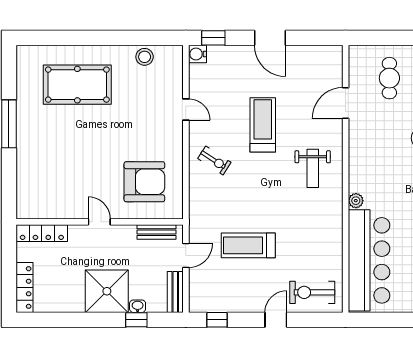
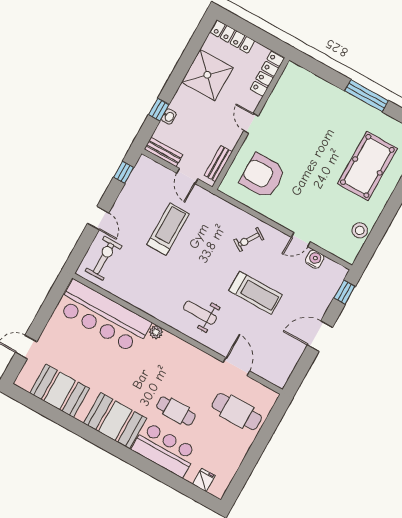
water cooler: (197, 54) -> (315, 259), moved
cafe table: (389, 78) -> (237, 412), width x1.37, depth x1.35
armchair: (144, 182) -> (263, 176), turned 90
door: (99, 222) -> (251, 123), swing flipped
shower: (107, 291) -> (207, 75), moved

